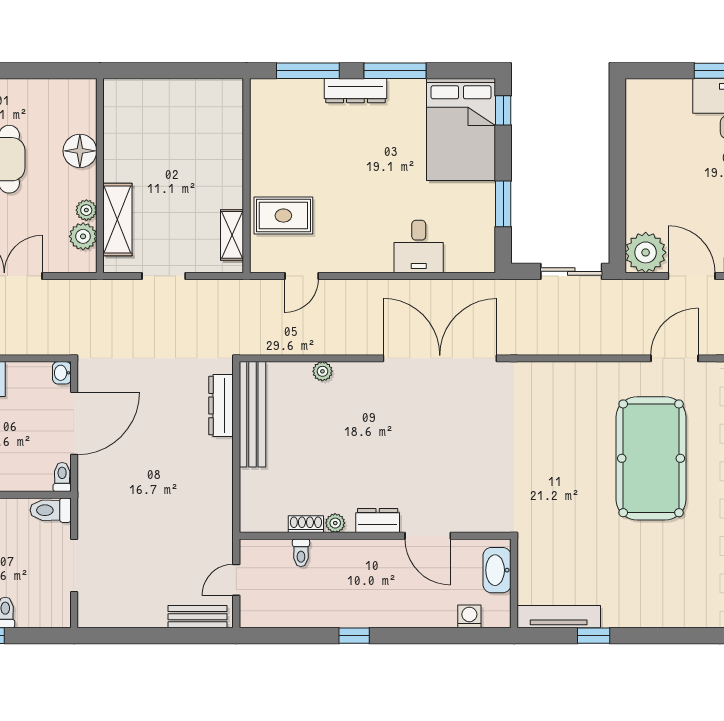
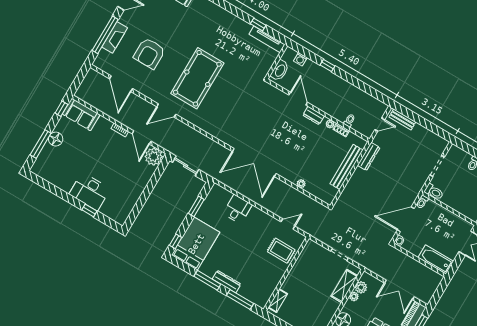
shelving: (232, 235) -> (278, 301), moved
dresser: (221, 406) -> (369, 156), moved
bench: (252, 414) -> (346, 167), moved
window: (354, 636) -> (327, 66), moved

